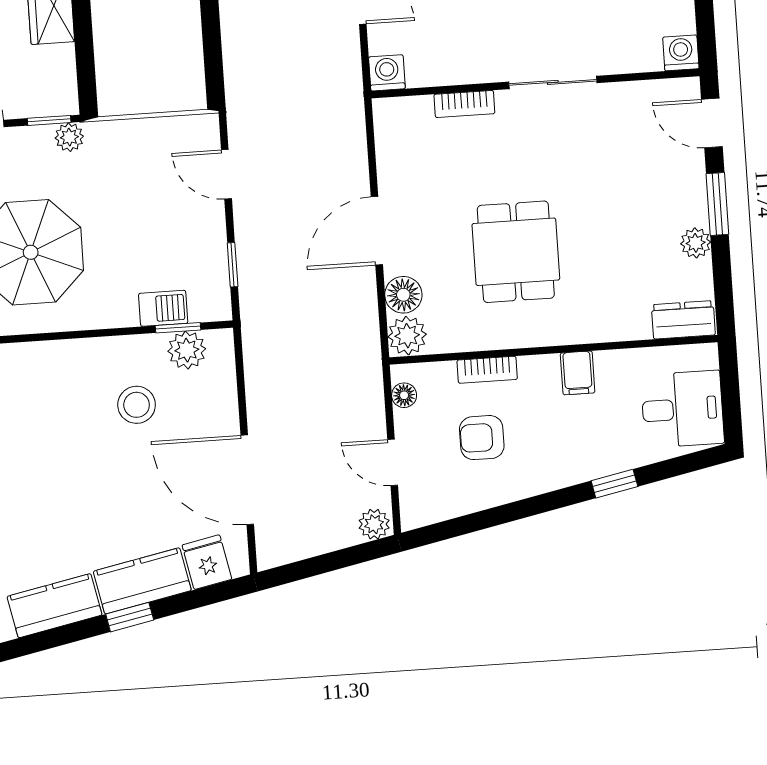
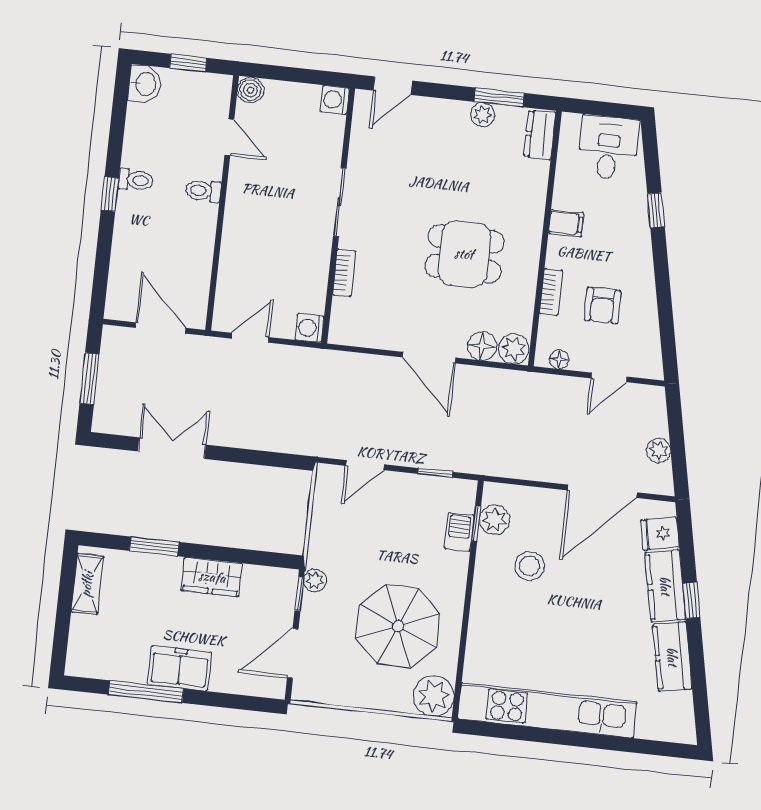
window: (717, 204) -> (499, 97), moved
plant: (374, 524) -> (658, 450), moved

